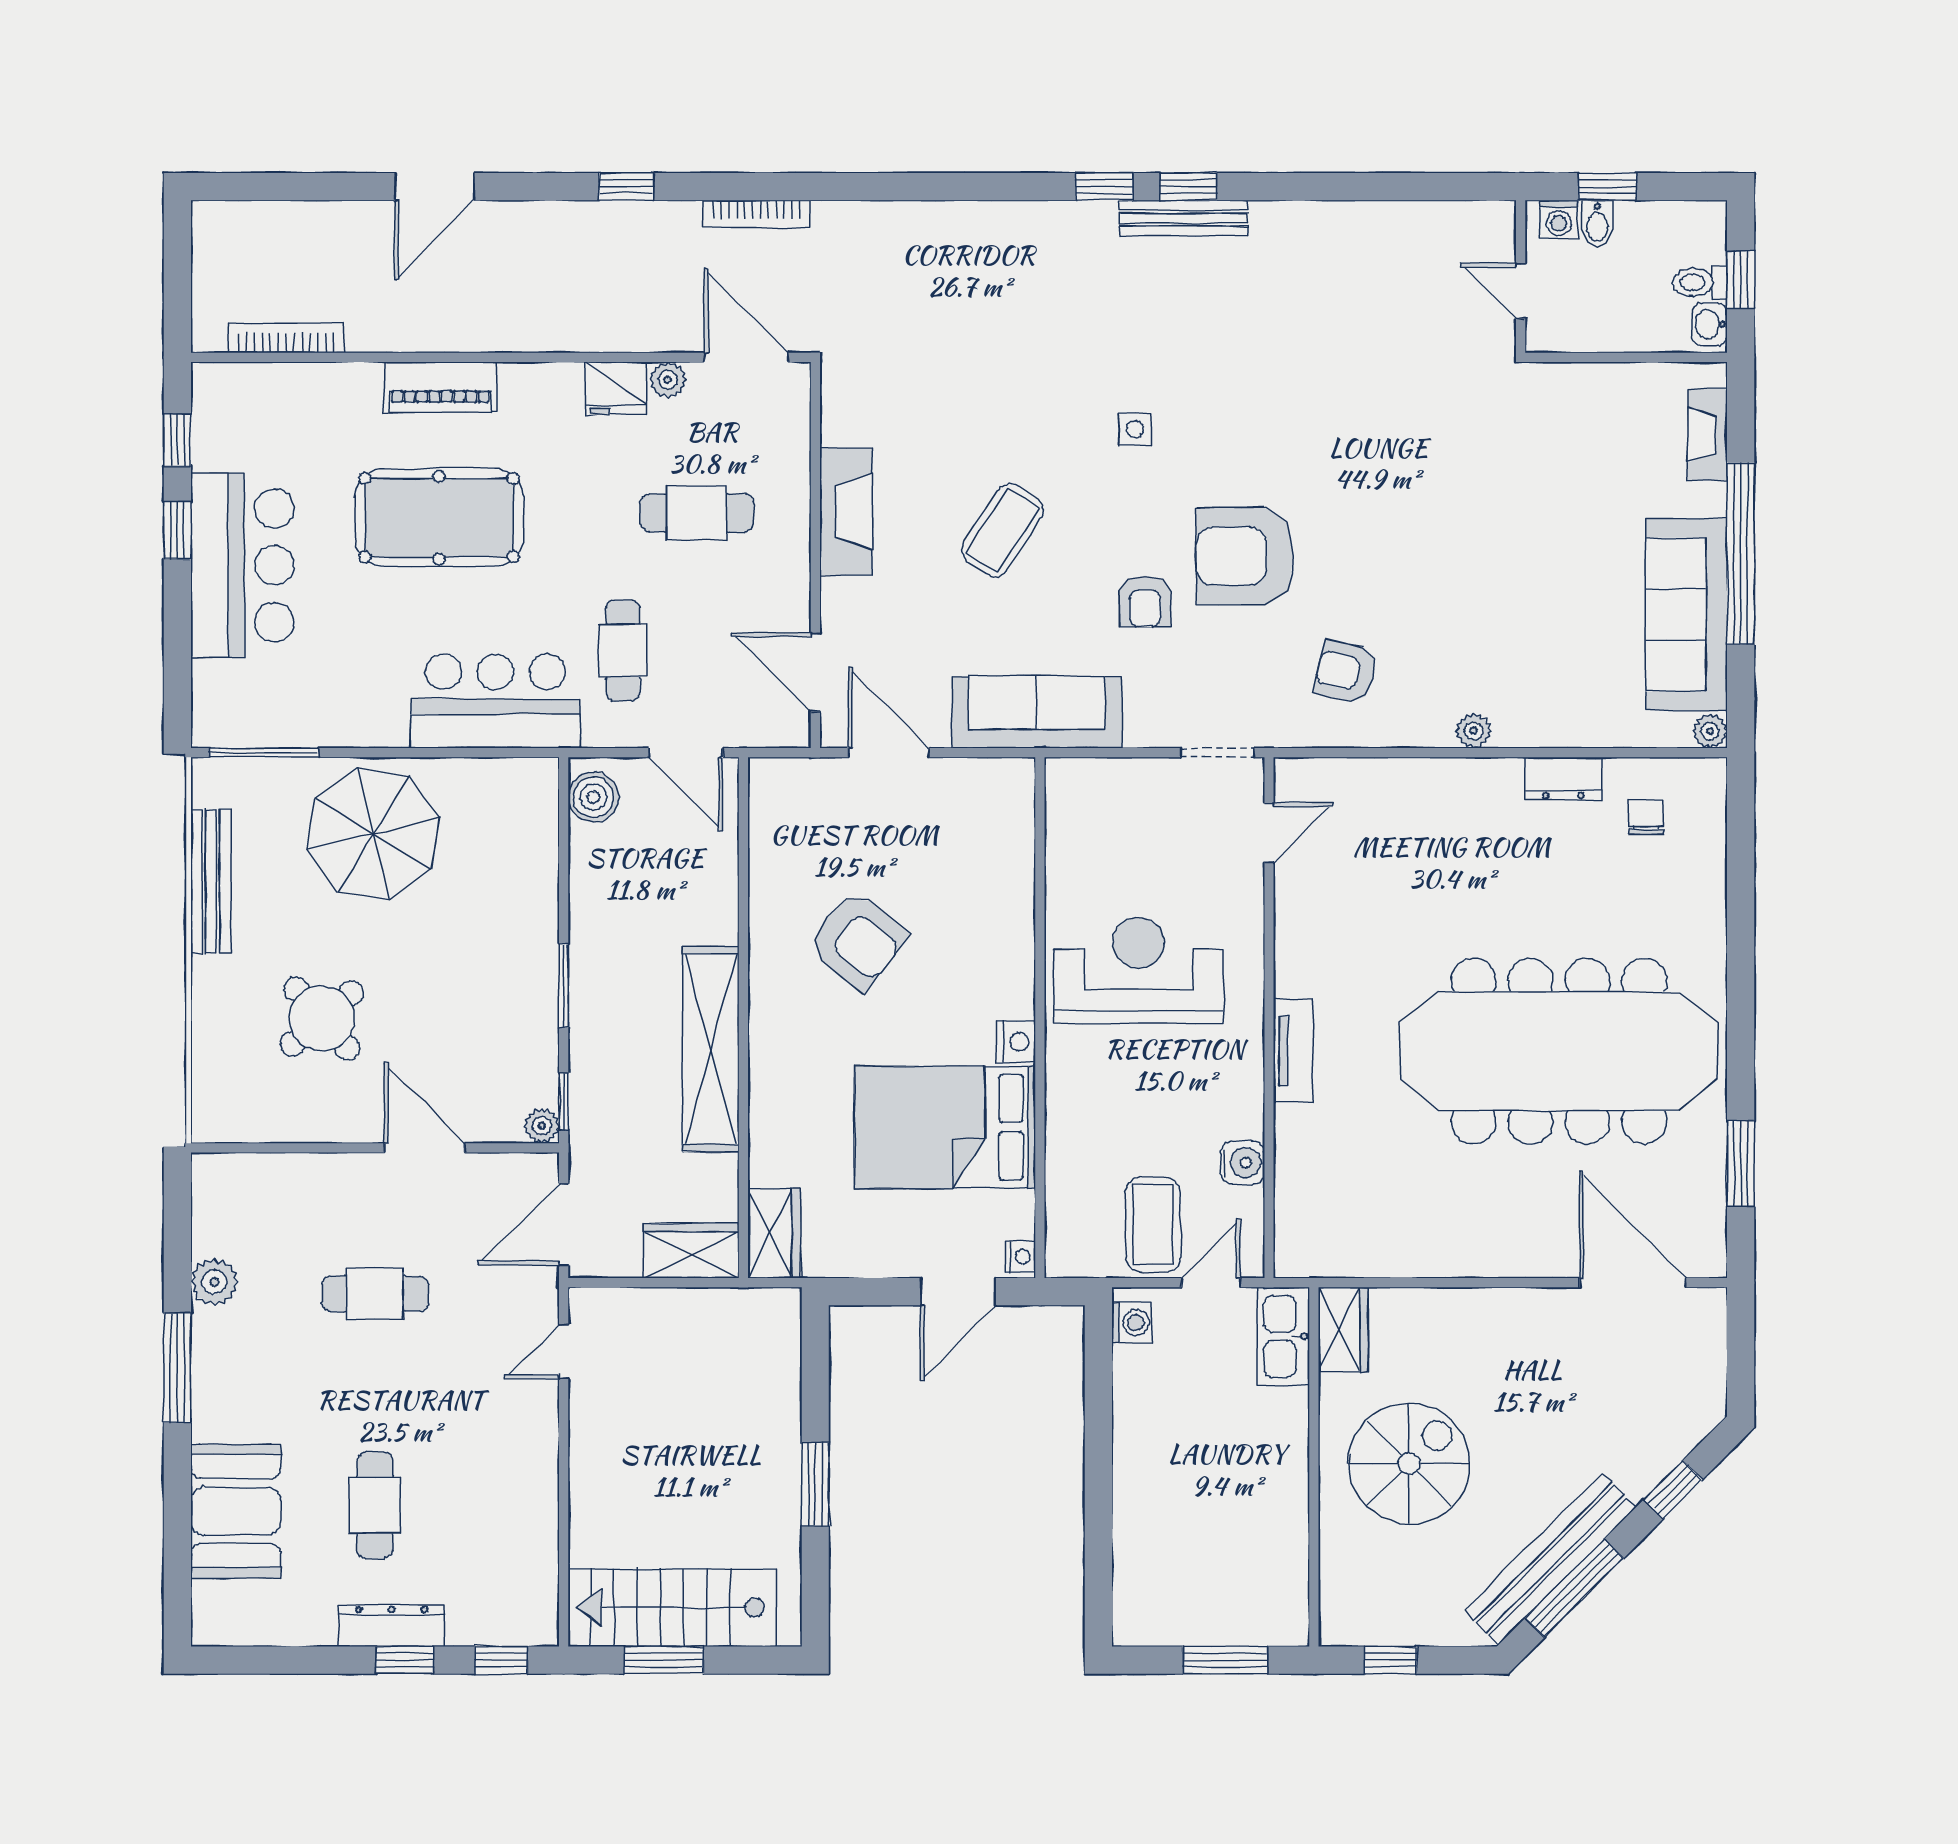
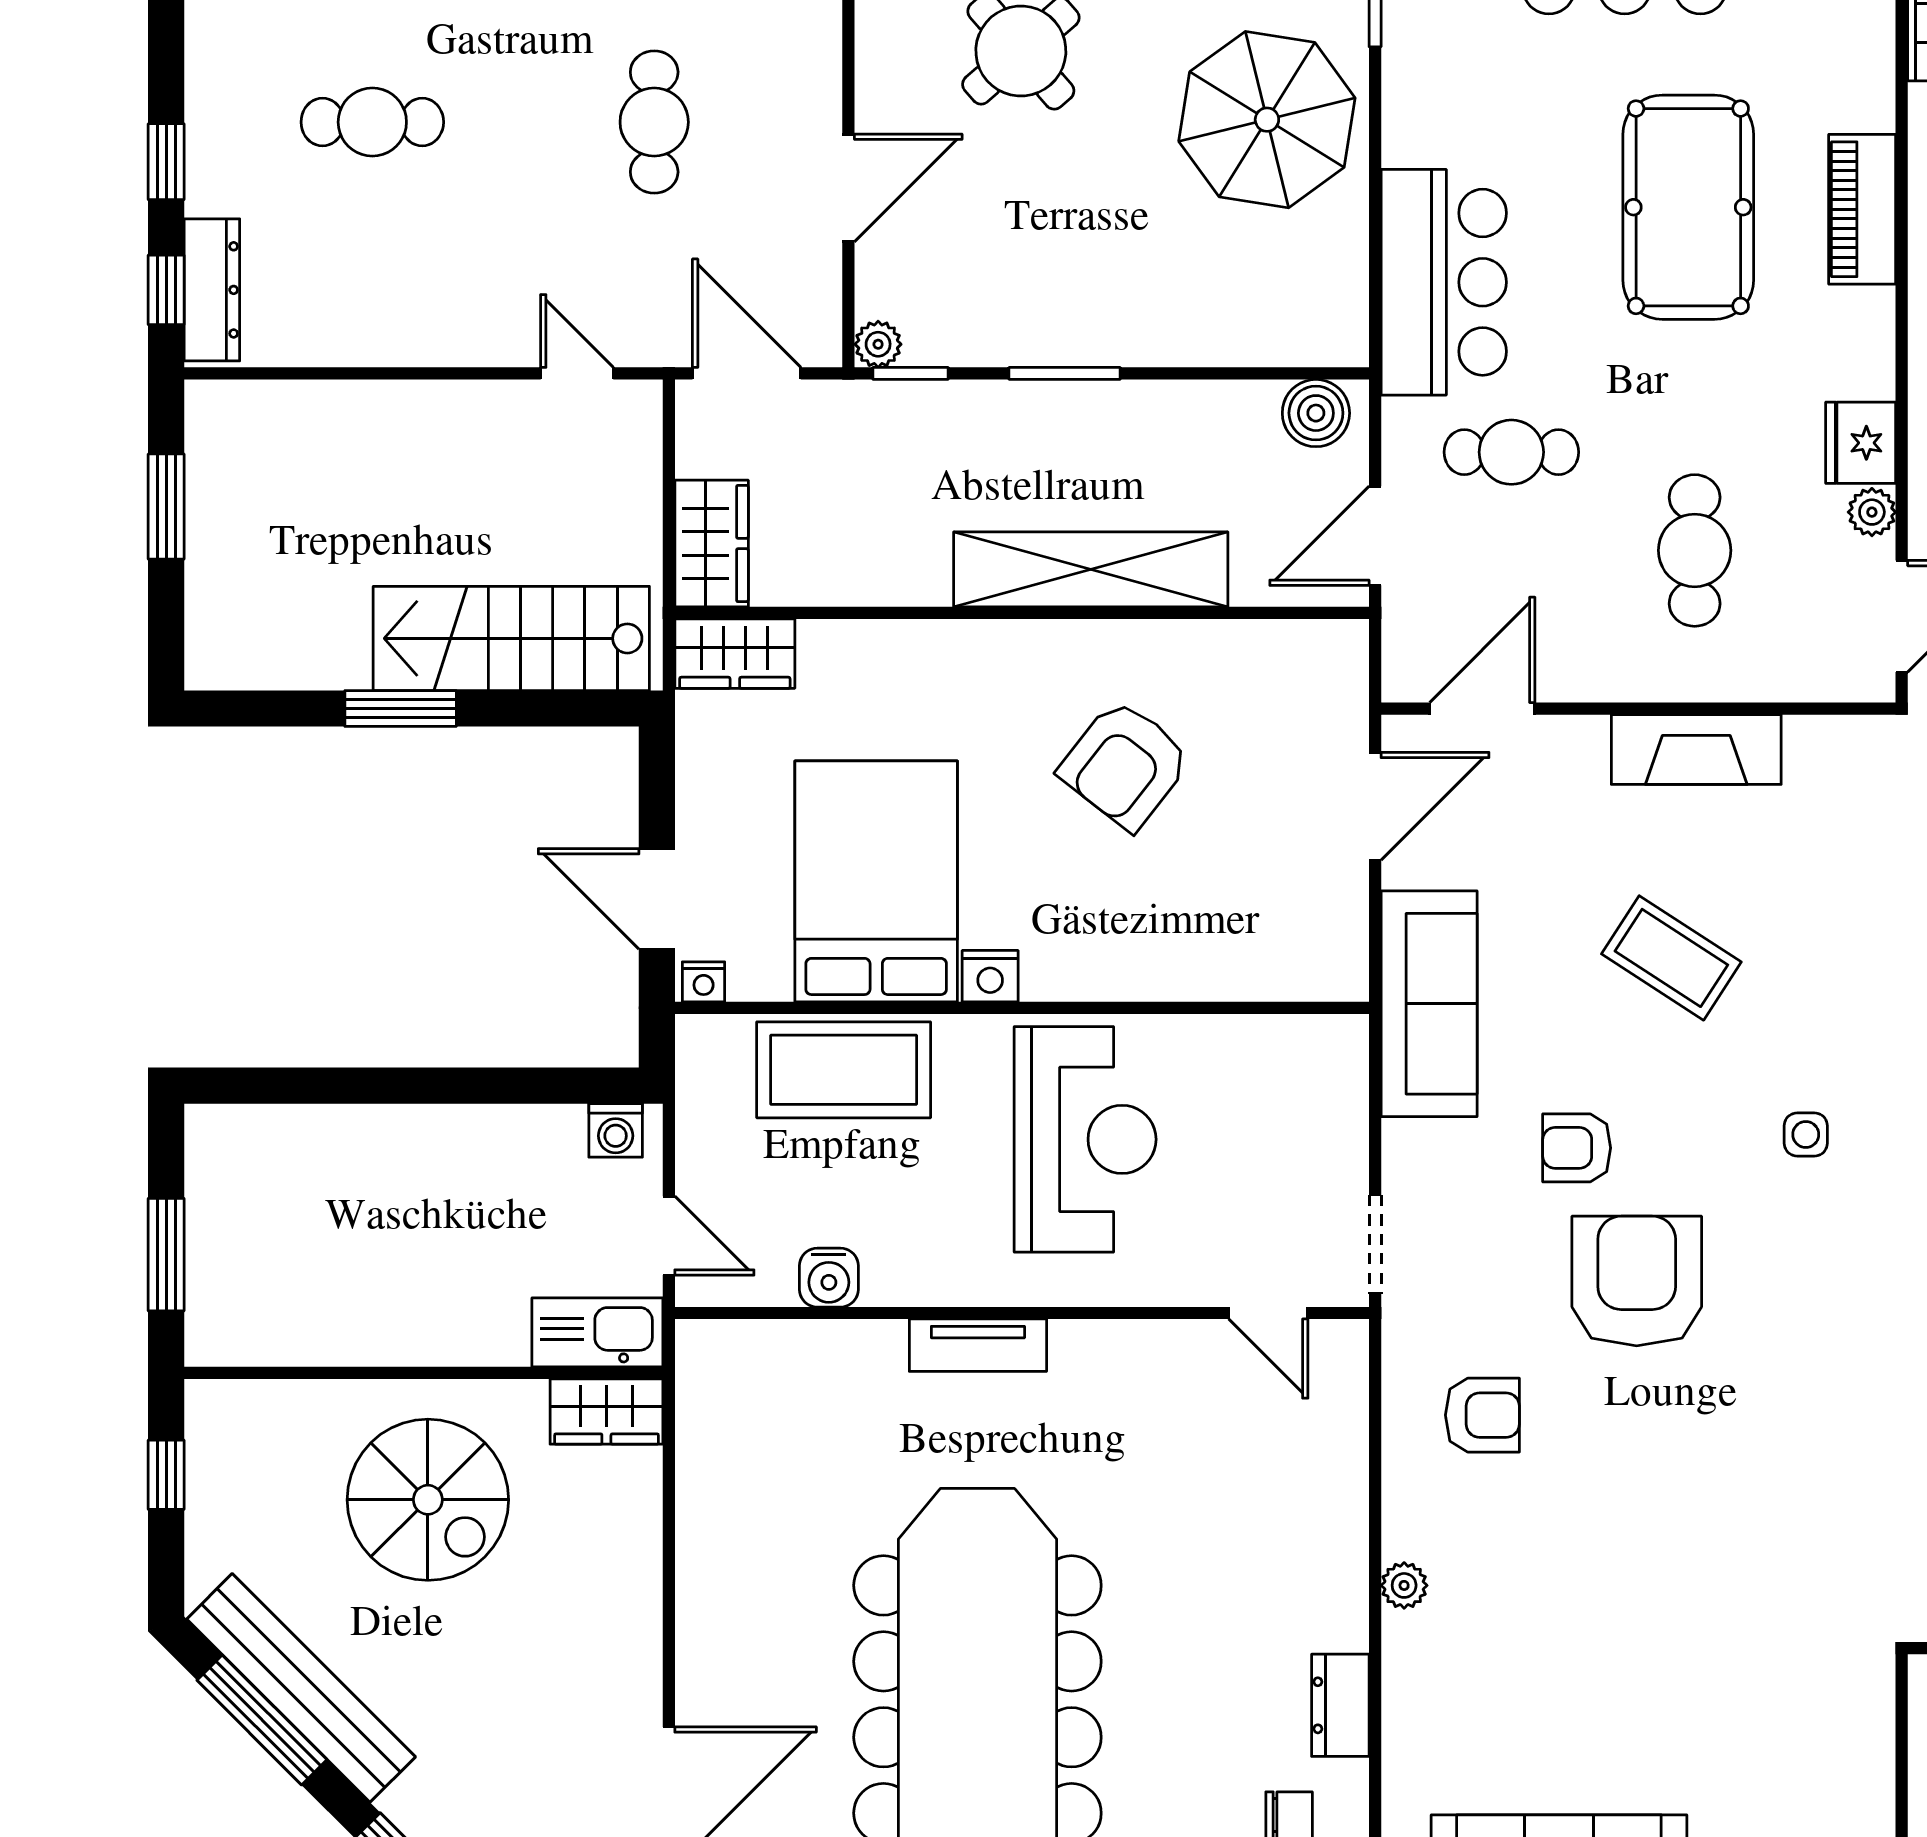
armchair: (1346, 672) -> (1482, 1415), turned 77
shelving: (711, 1049) -> (1091, 569), moved
coffee table: (1153, 1225) -> (844, 1070), moved, width x1.36, depth x1.32
stairs: (672, 1607) -> (511, 638), moved, turned -90
dresser: (392, 1626) -> (212, 290), moved

